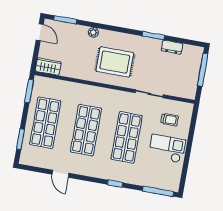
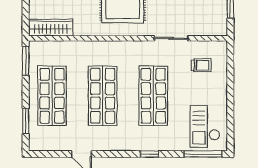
wardrobe: (48, 67) -> (51, 28), width x1.50
checkout: (167, 149) -> (205, 126), moved, turned -90

